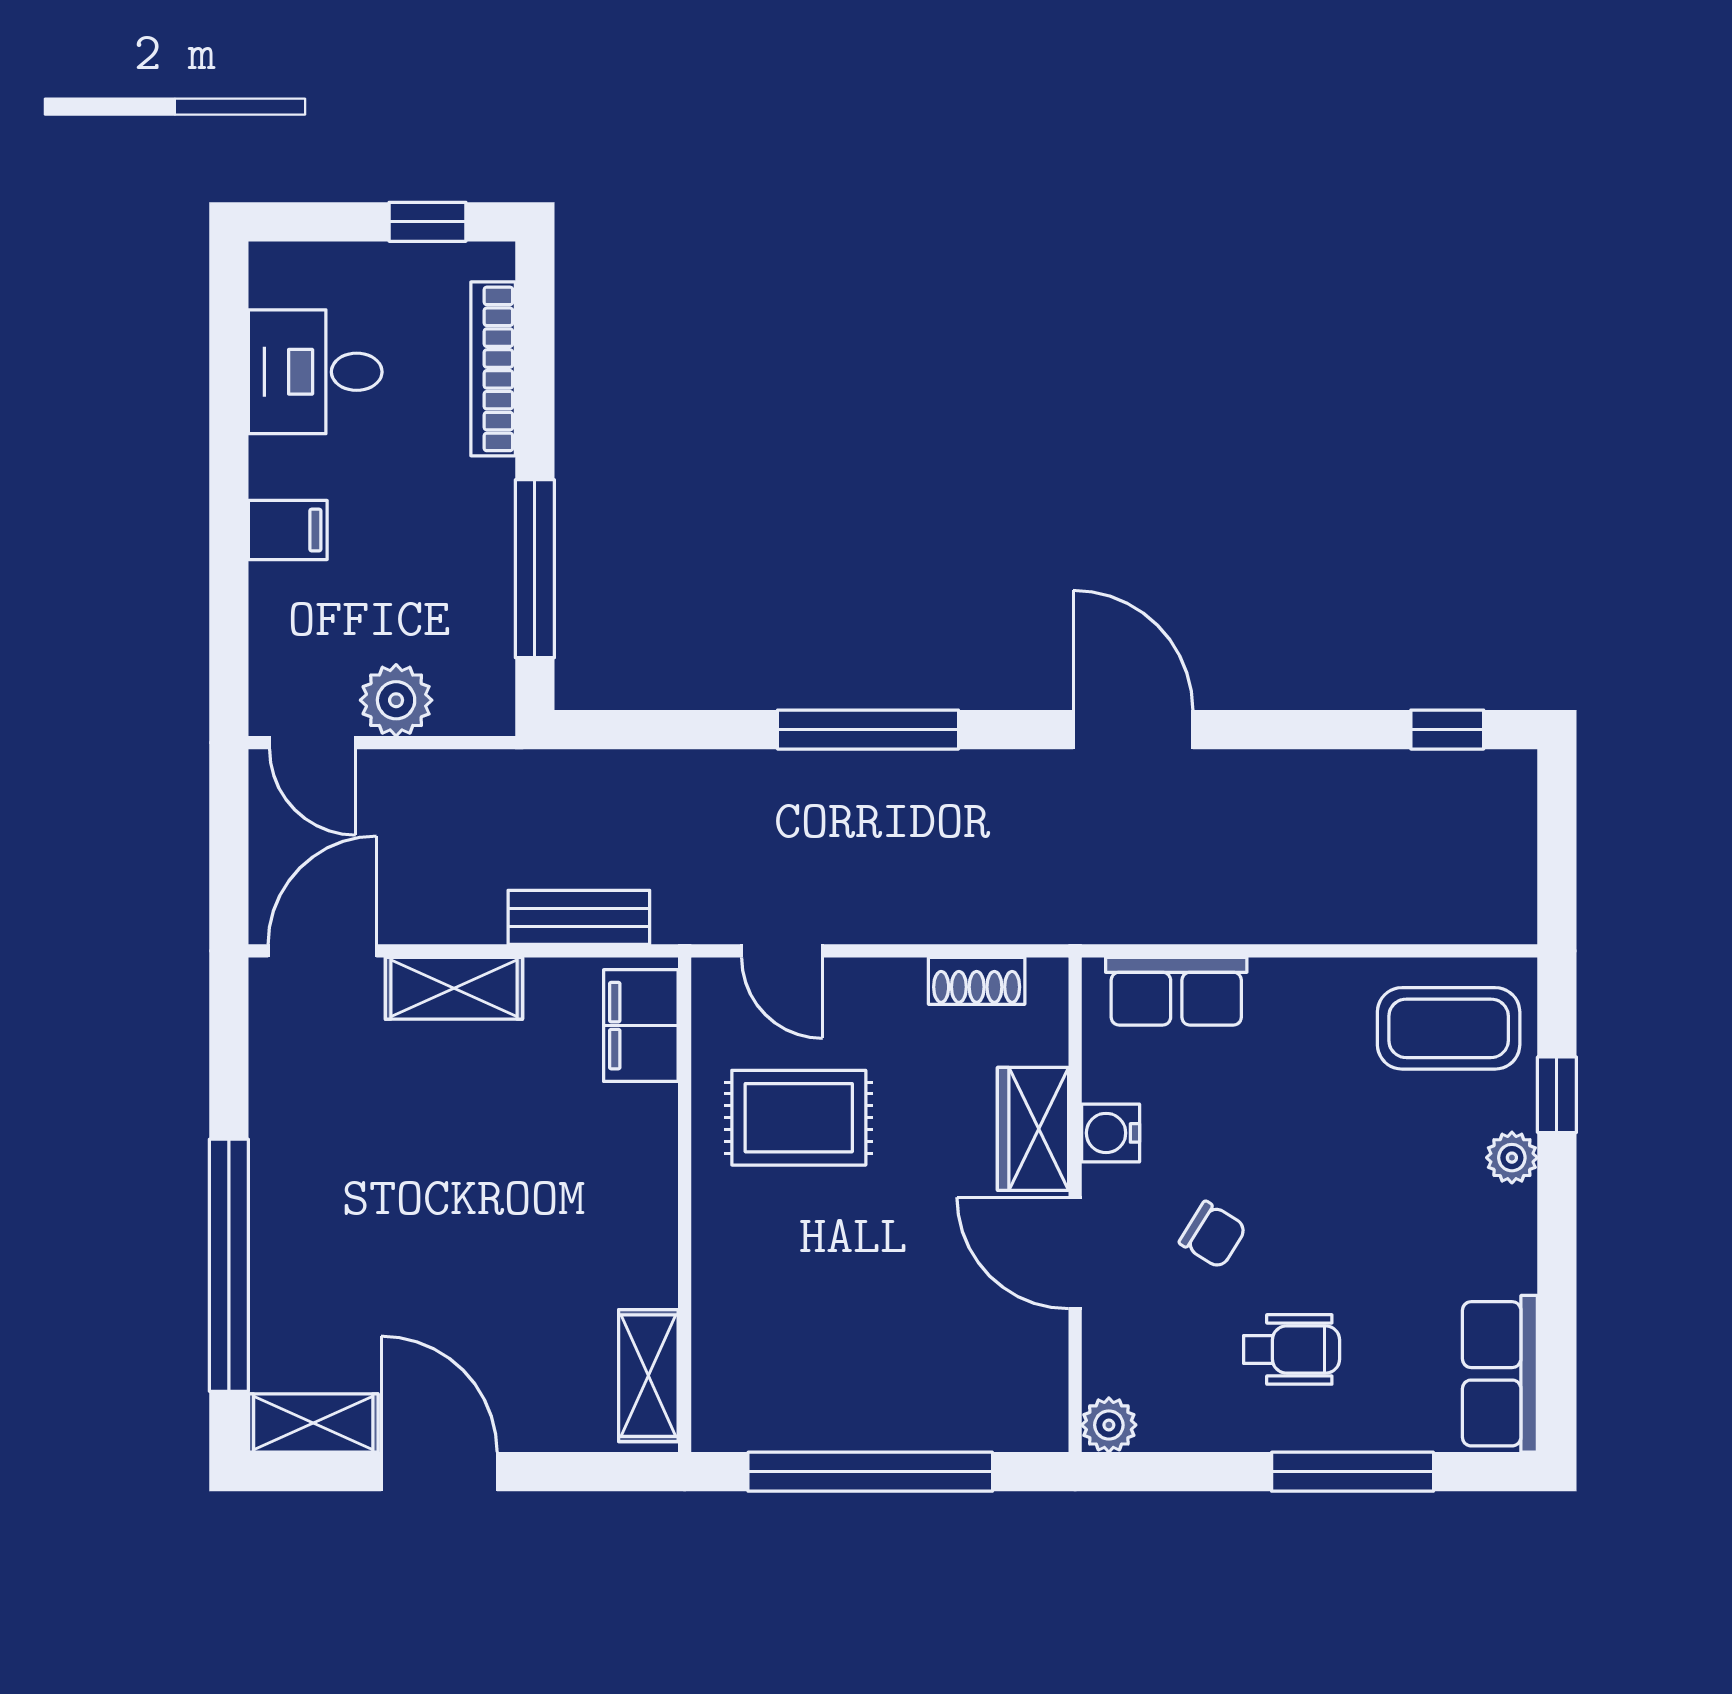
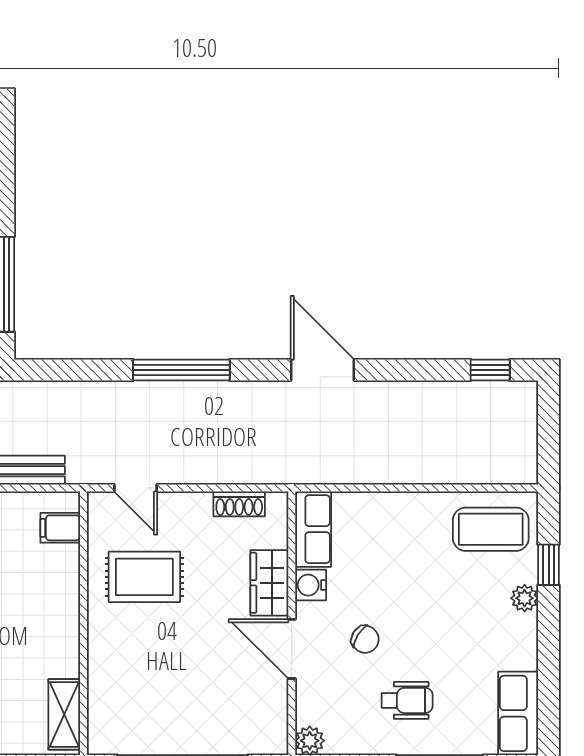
row of seats: (1176, 991) -> (313, 529), moved, turned -90
filing cabinet: (641, 1026) -> (60, 528), width x0.50

